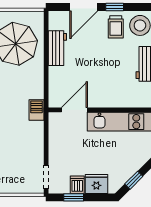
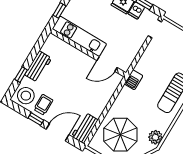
workbench: (57, 48) -> (85, 128), moved

